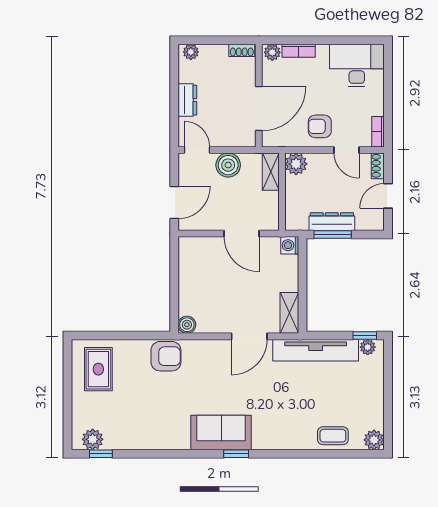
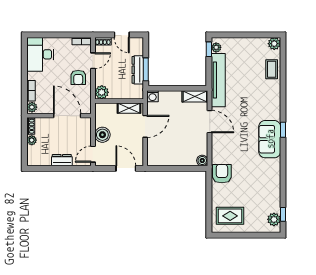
plant: (191, 52) -> (32, 140), moved
shelving: (271, 172) -> (129, 108), moved

